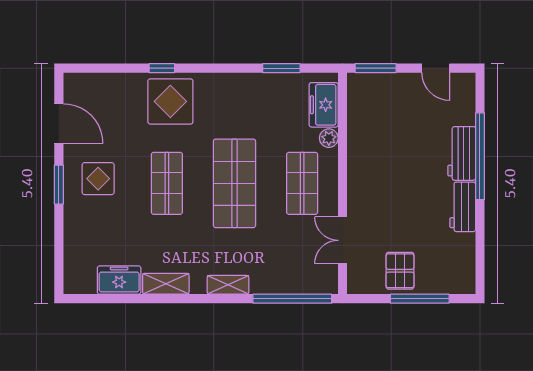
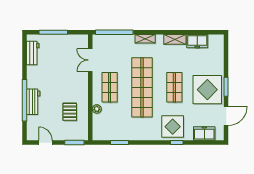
freezer: (324, 105) -> (204, 133), moved, turned -90
door: (59, 124) -> (226, 116), swing flipped
display table: (98, 179) -> (207, 90), width x1.86, depth x1.86
shop shelf: (235, 183) -> (142, 87), width x1.40
workbench: (463, 207) -> (33, 53), moved
double door: (343, 240) -> (90, 60), swing flipped
pallet: (400, 271) -> (70, 112), moved

